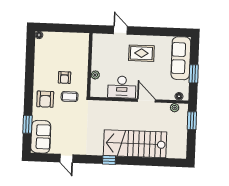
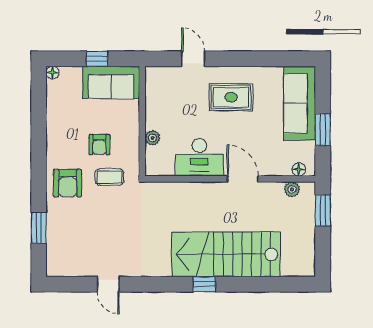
window: (65, 28) -> (97, 59), added
sofa: (41, 137) -> (111, 82), moved, turned 90
window: (109, 160) -> (204, 284), moved

